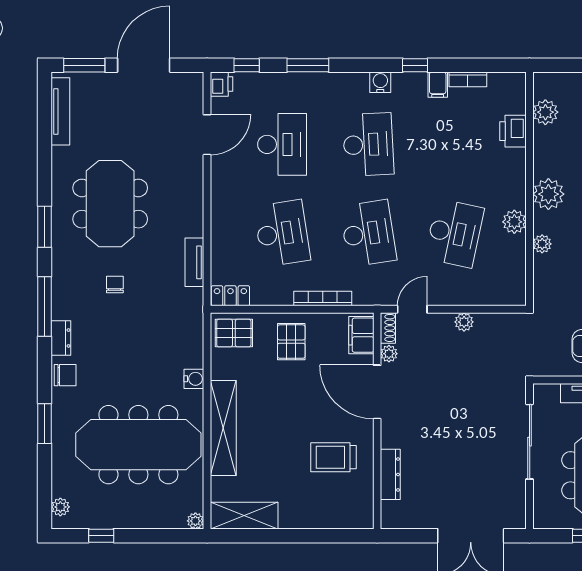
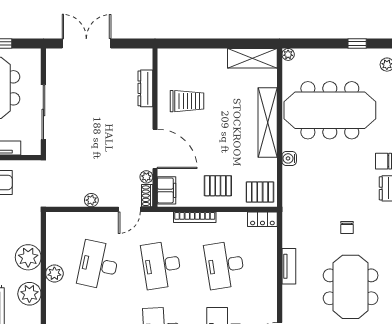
plant: (542, 244) -> (28, 257), width x1.88, depth x1.88
tv unit: (194, 262) -> (289, 266), moved
pallet: (291, 342) -> (218, 186), turned 90

